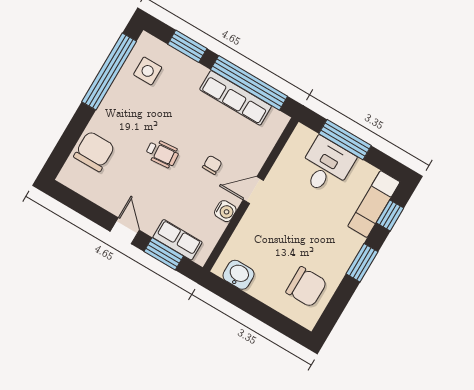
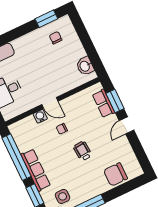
row of seats: (236, 98) -> (36, 170), moved
water cooler: (225, 211) -> (40, 116), moved
window: (362, 263) -> (46, 19), moved
chair: (306, 287) -> (56, 38), width x0.54, depth x0.54

